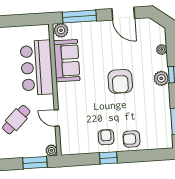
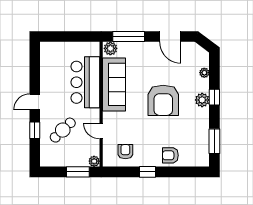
sofa: (67, 61) -> (114, 84), width x1.36
armchair: (120, 81) -> (163, 100), width x1.36, depth x1.36
armchair: (106, 137) -> (125, 152), moved

